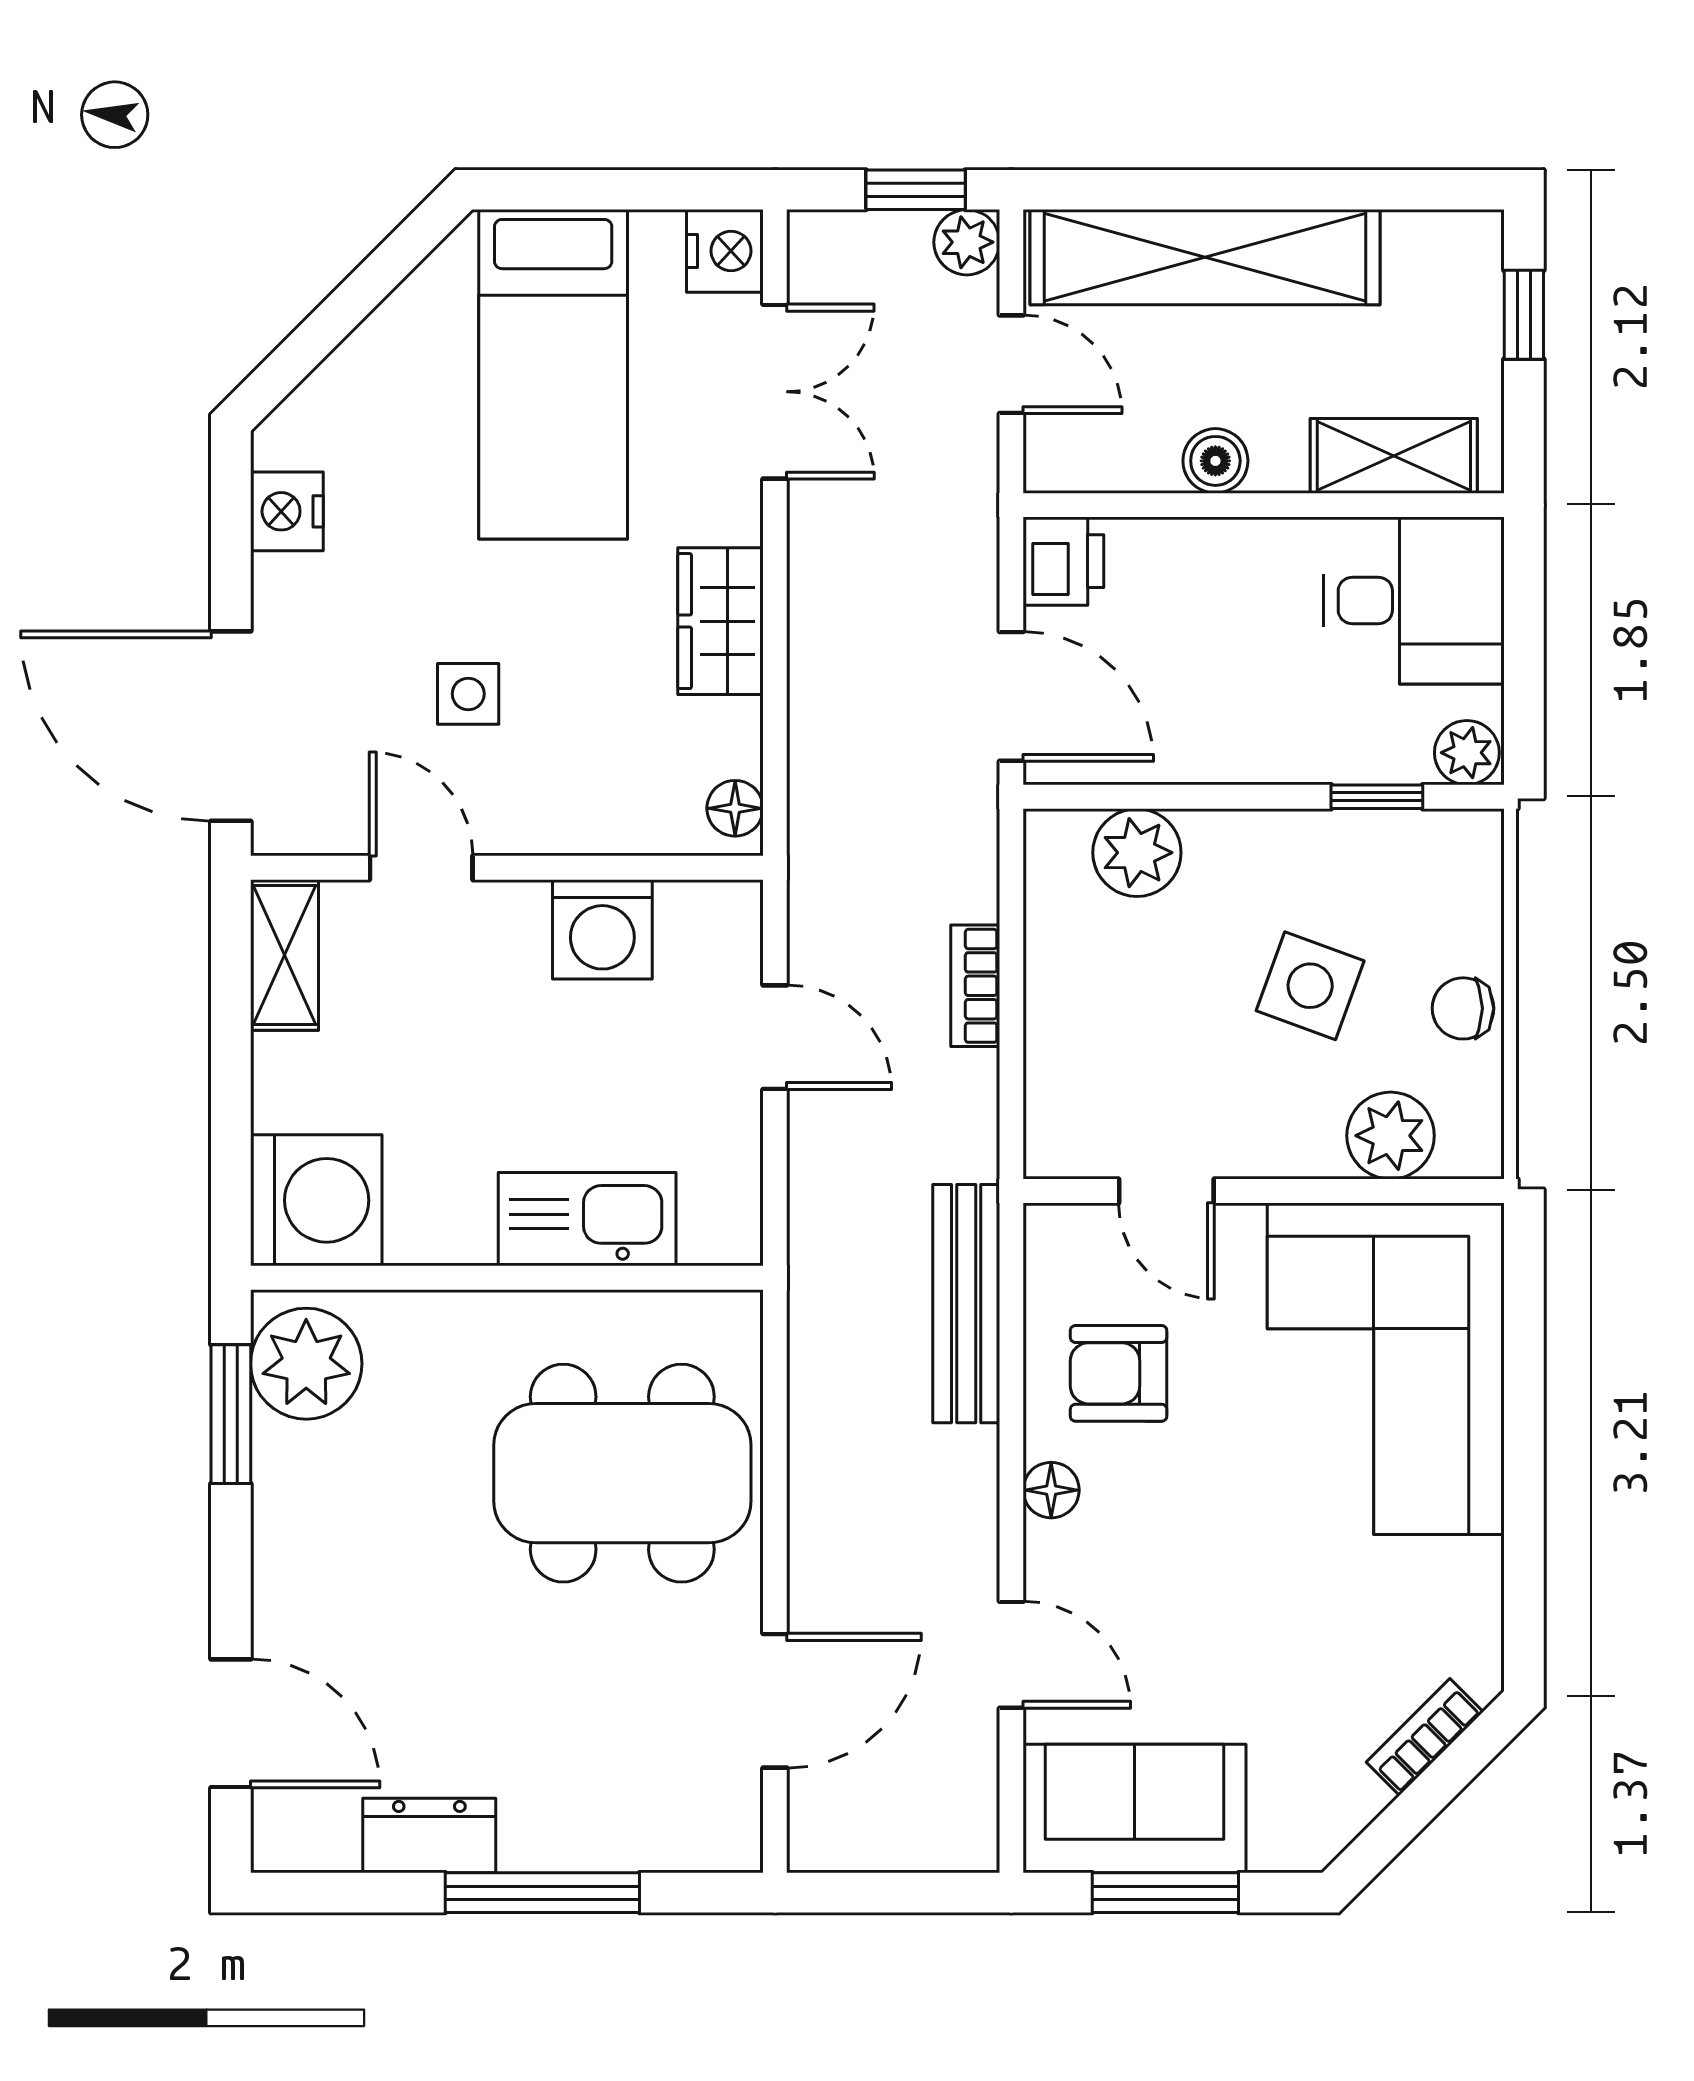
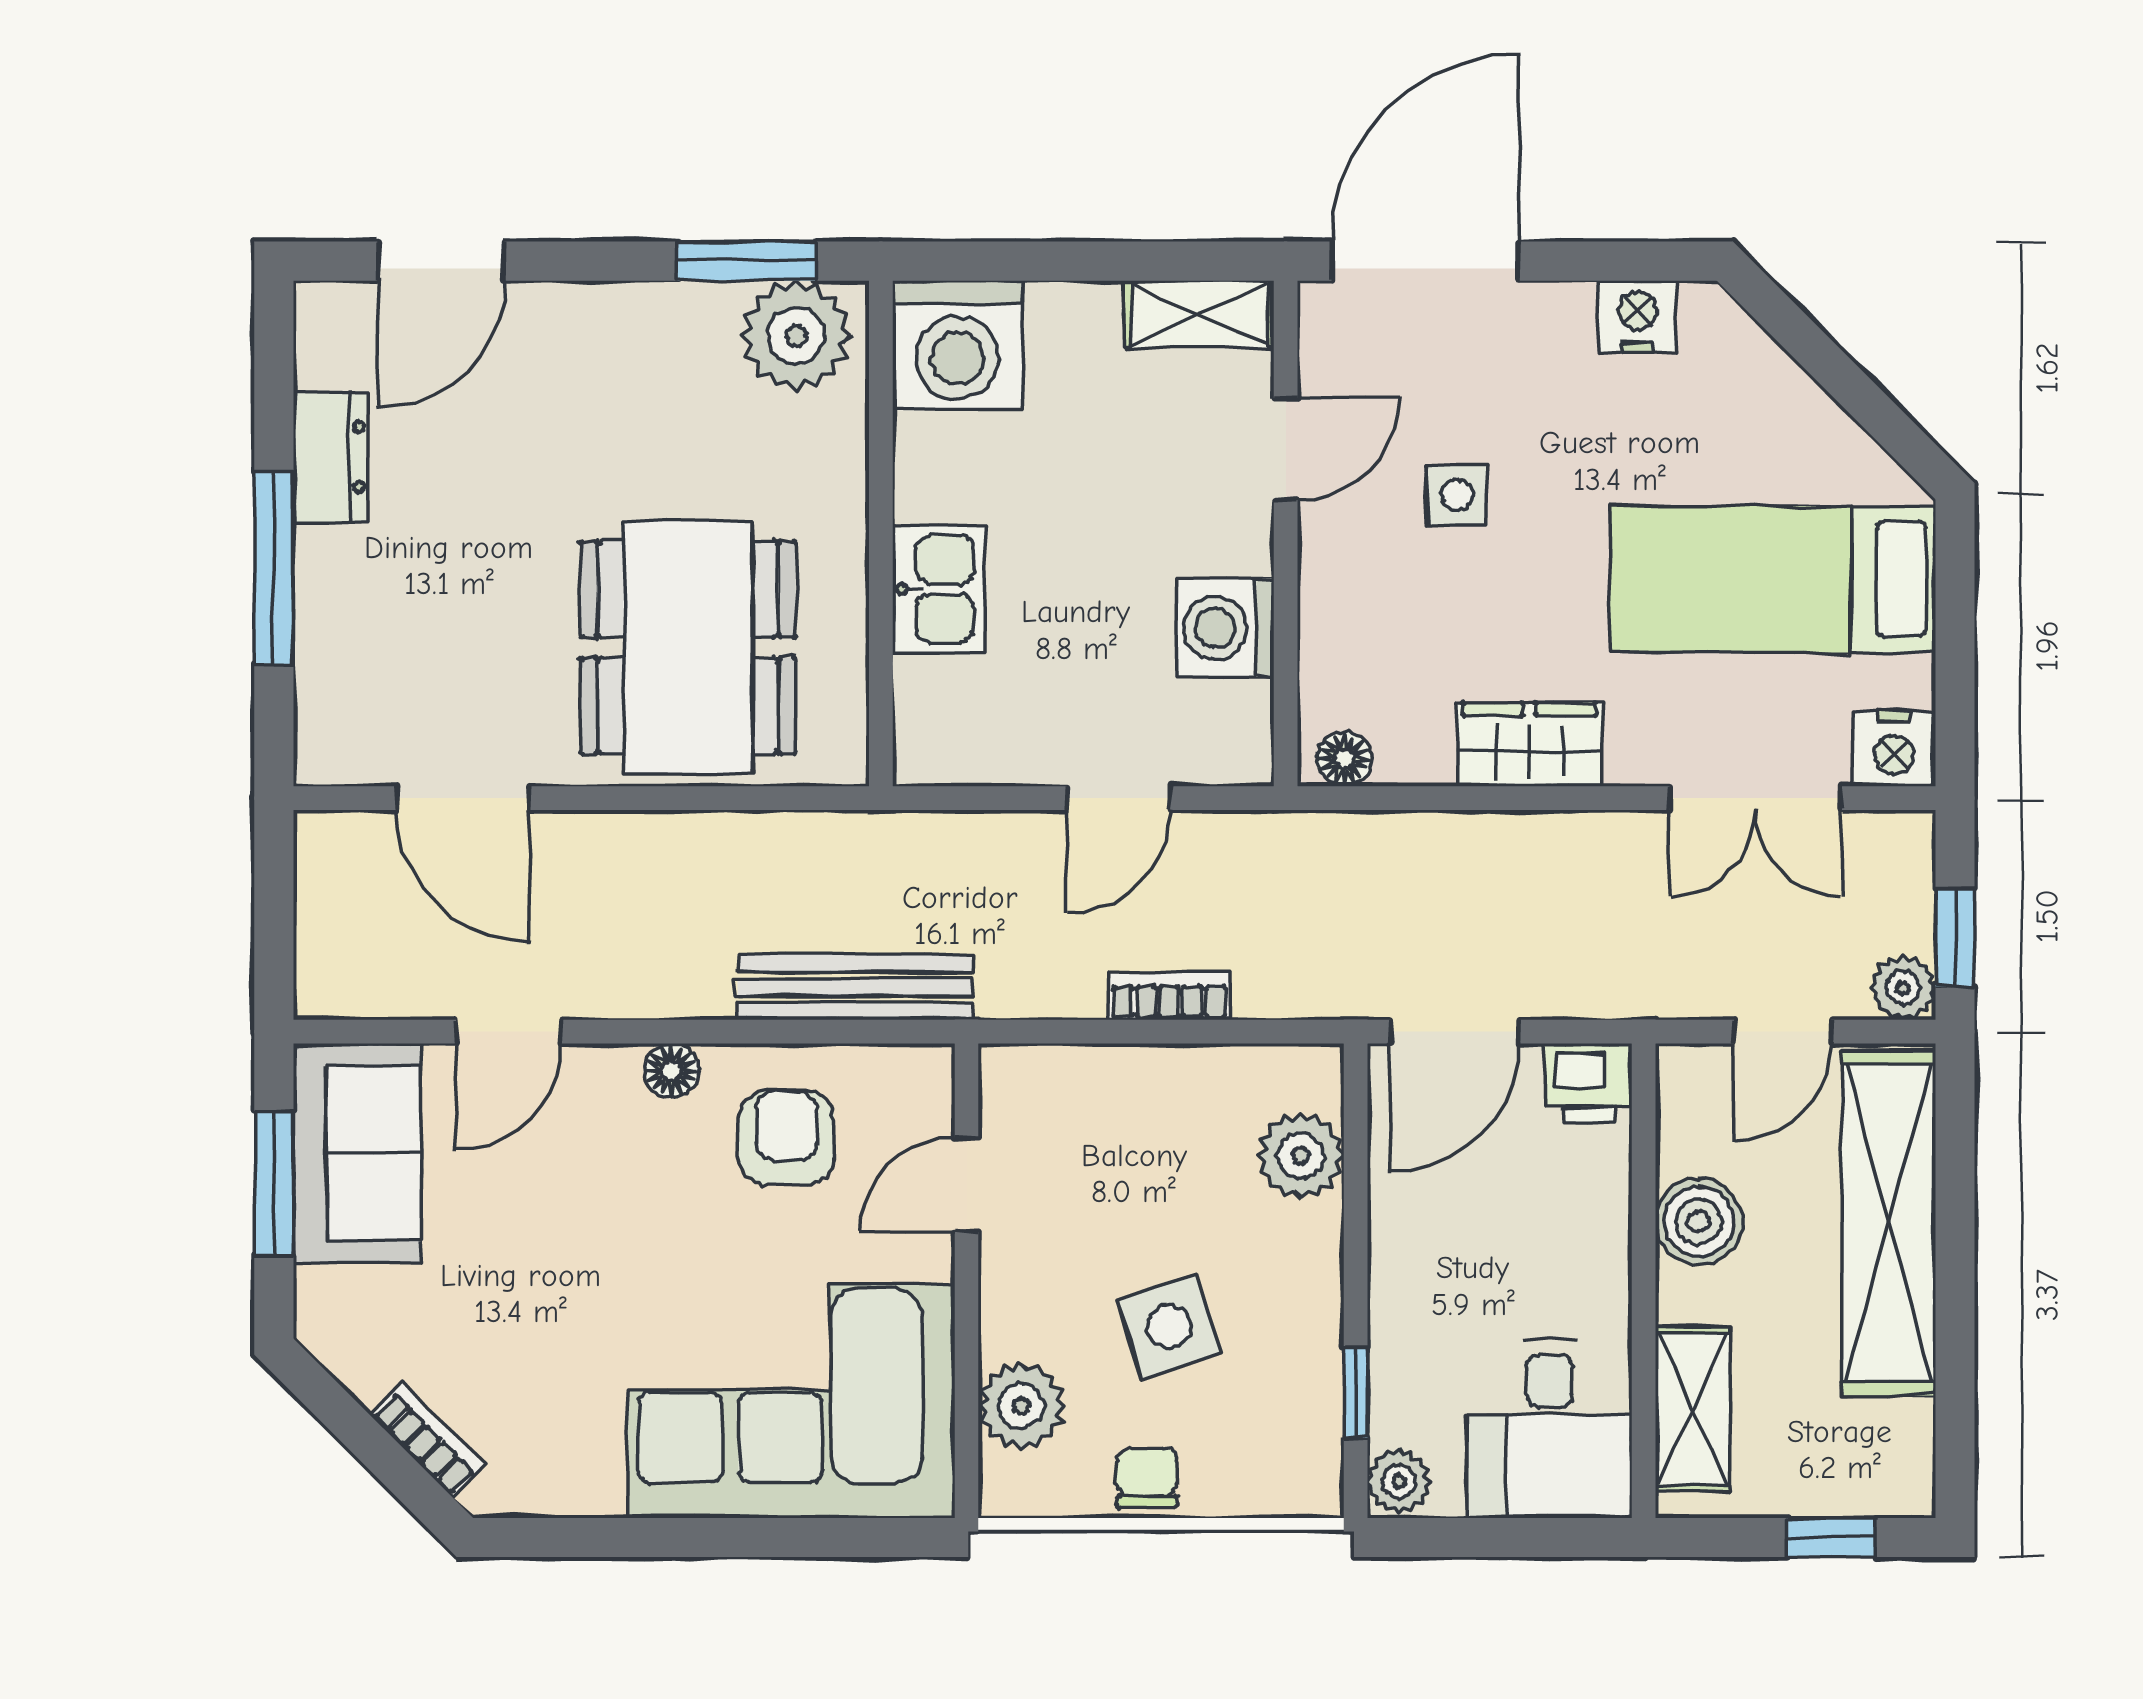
boiler: (1215, 461) -> (1699, 1221), width x1.36, depth x1.36
side table: (1310, 986) -> (1169, 1327), turned -38
kitchen sink: (587, 1219) -> (939, 589), width x0.73

